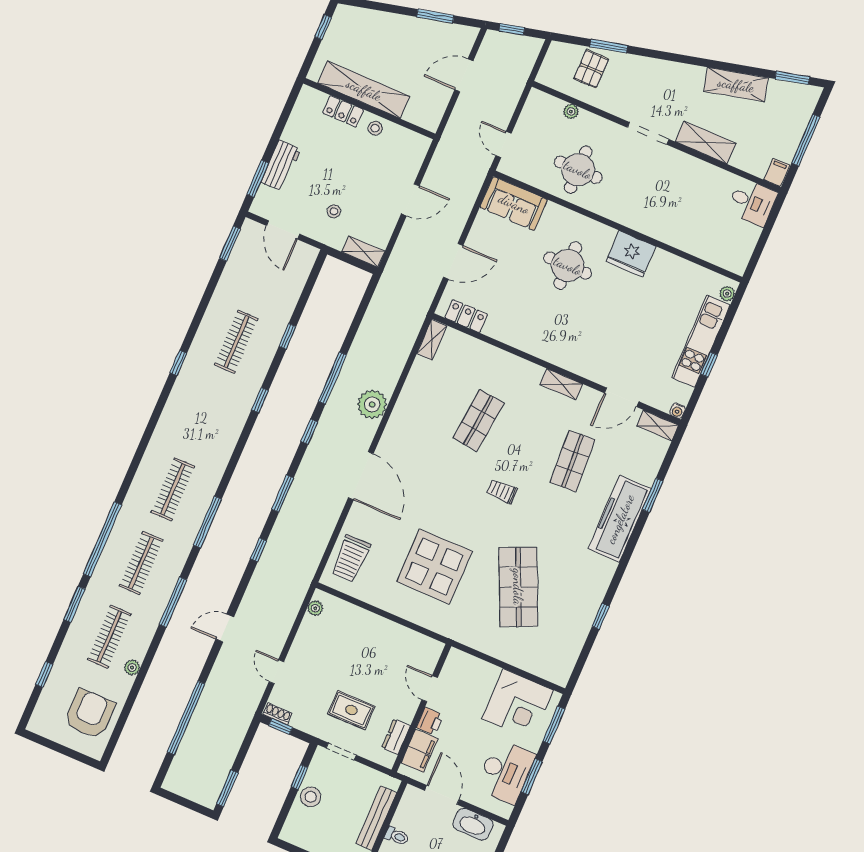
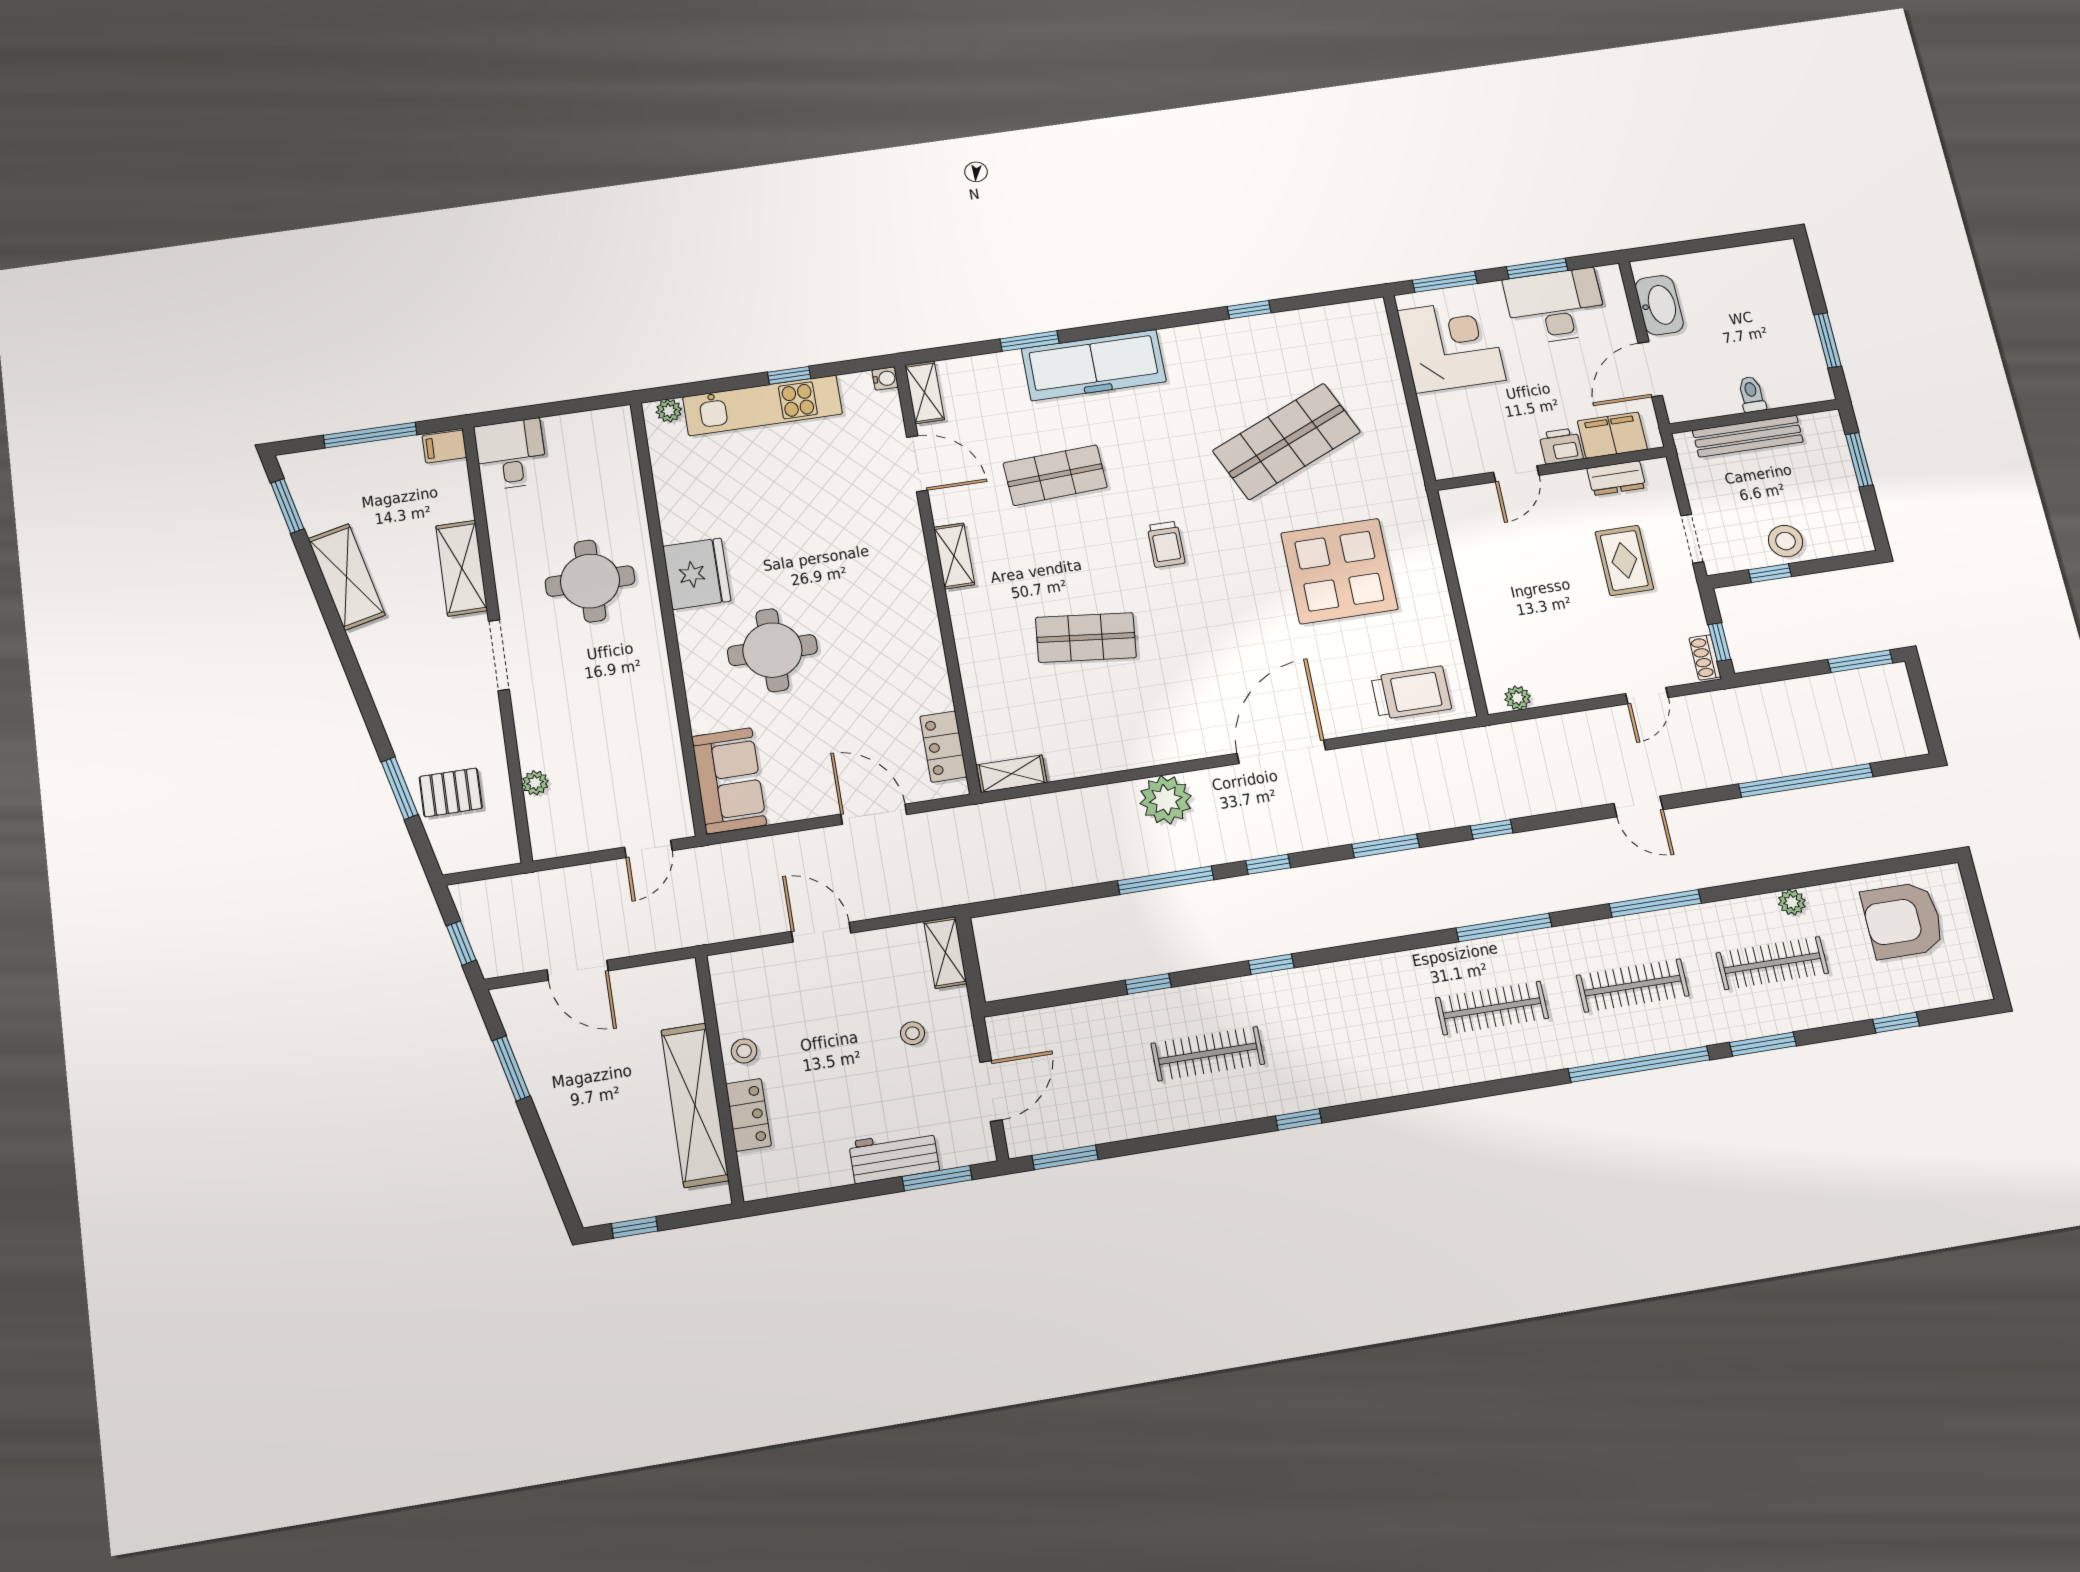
round table: (578, 170) -> (590, 581), moved

